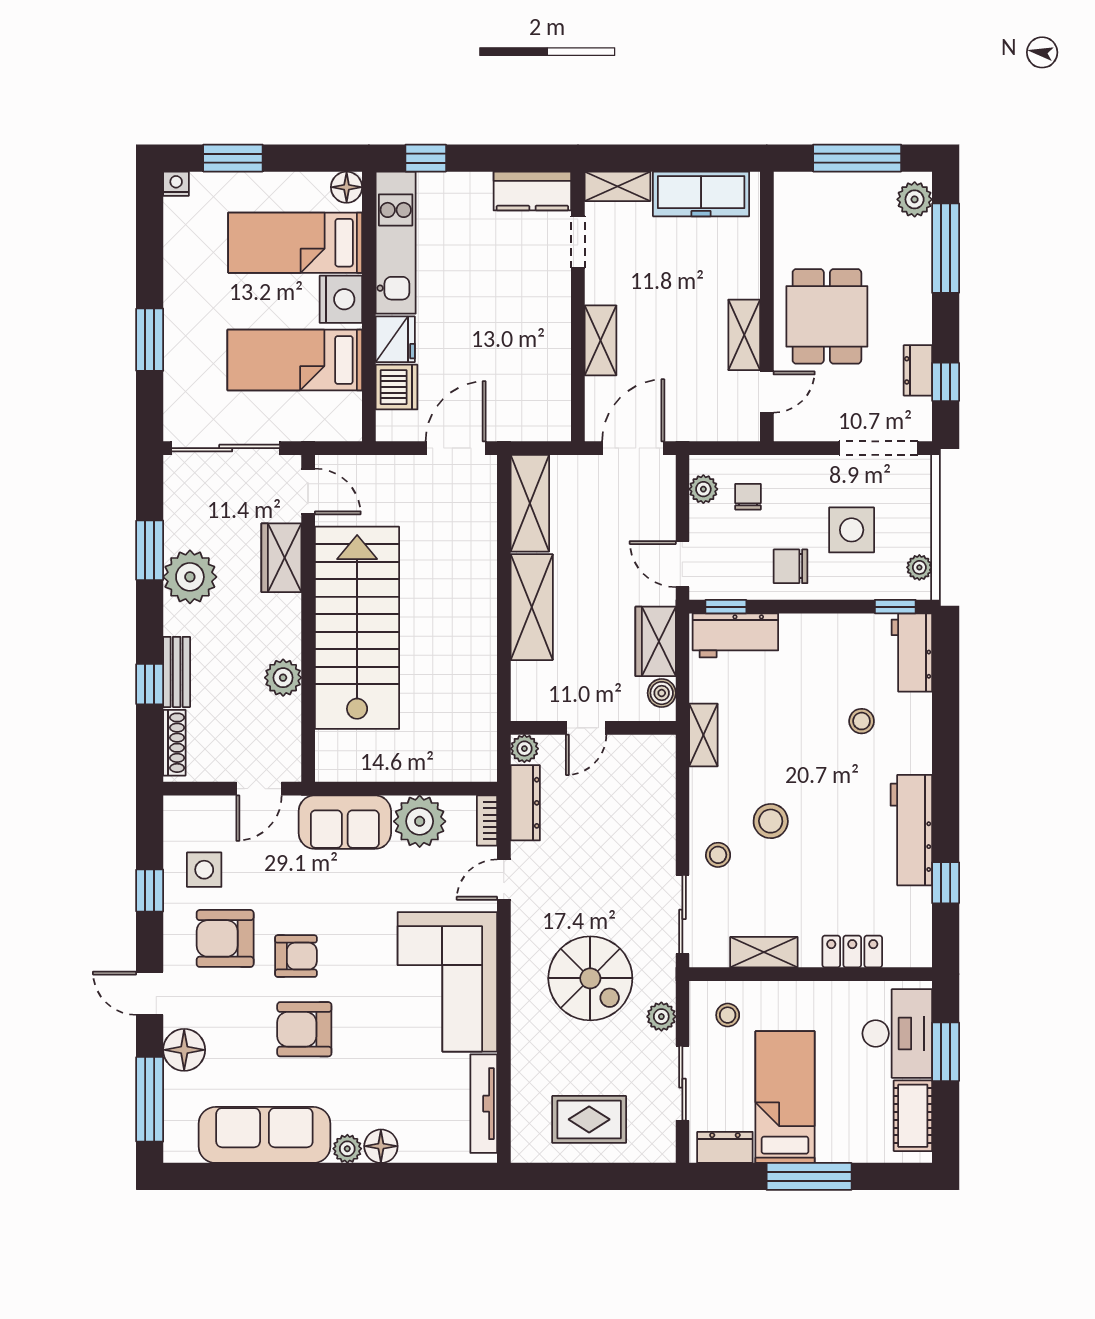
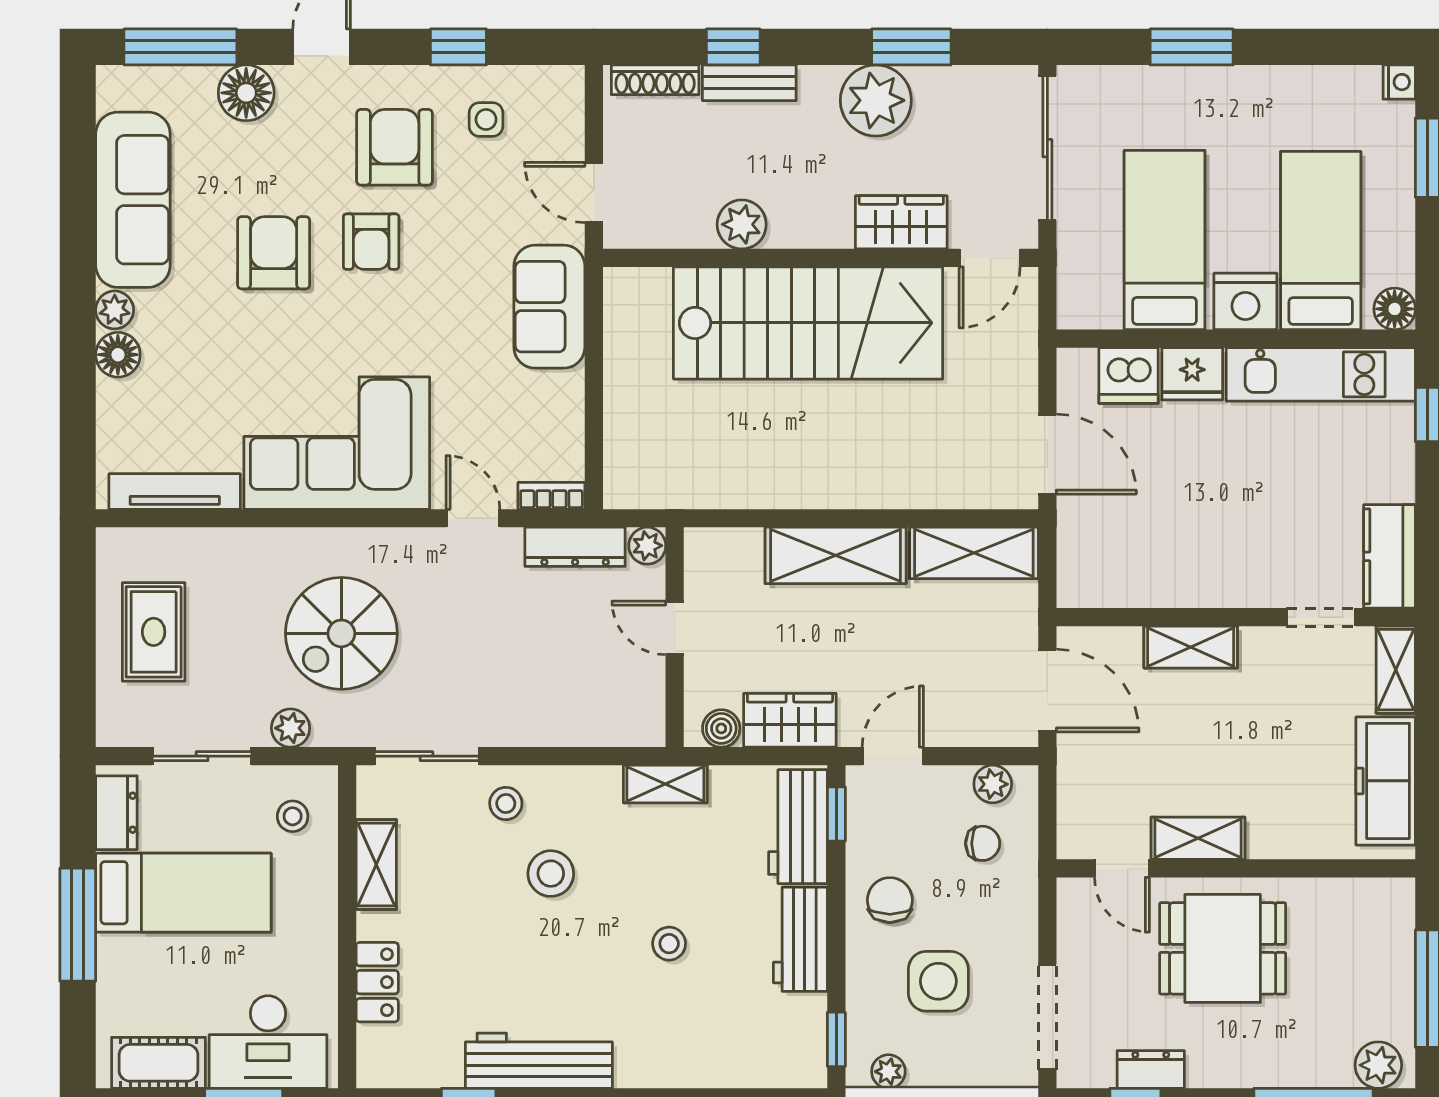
workbench: (912, 652) -> (800, 939), moved, turned -90
stool: (862, 721) -> (669, 944), moved
plant: (420, 821) -> (550, 406), removed
side table: (204, 870) -> (486, 120), width x0.73, depth x0.73

